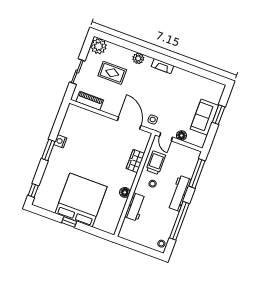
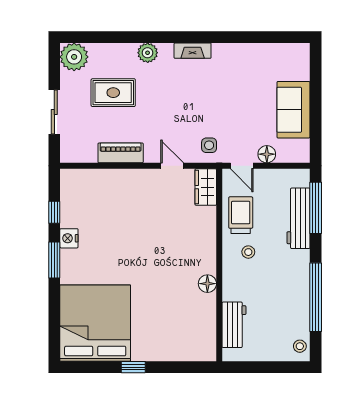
piano: (90, 101) -> (121, 153), moved
window: (219, 115) -> (316, 97), removed
door: (129, 123) -> (172, 166), width x0.53
wardrobe: (135, 161) -> (206, 187), moved
window: (33, 190) -> (54, 212), moved
workbench: (179, 193) -> (298, 218), moved
bed: (81, 200) -> (95, 323), moved
workbench: (135, 207) -> (234, 325), moved

